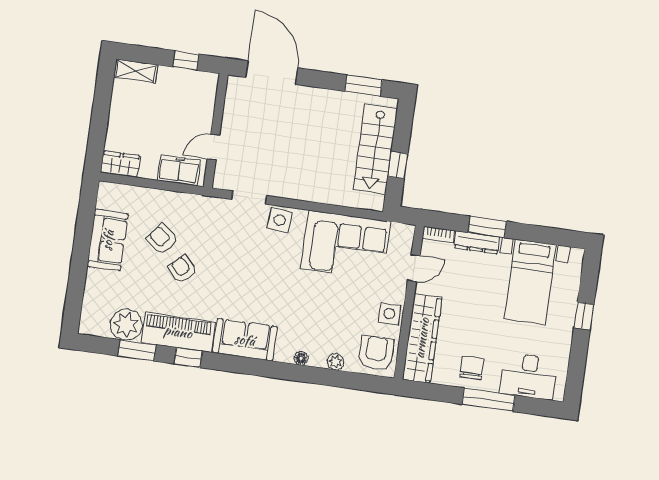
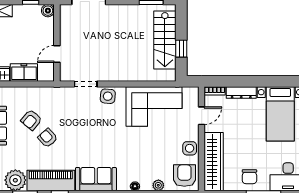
boiler: (209, 81) -> (48, 11), added
freezer: (179, 170) -> (24, 73), moved
window: (487, 227) -> (247, 81), removed
armchair: (162, 239) -> (31, 120), turned -89
chair: (472, 368) -> (249, 177), turned 180

